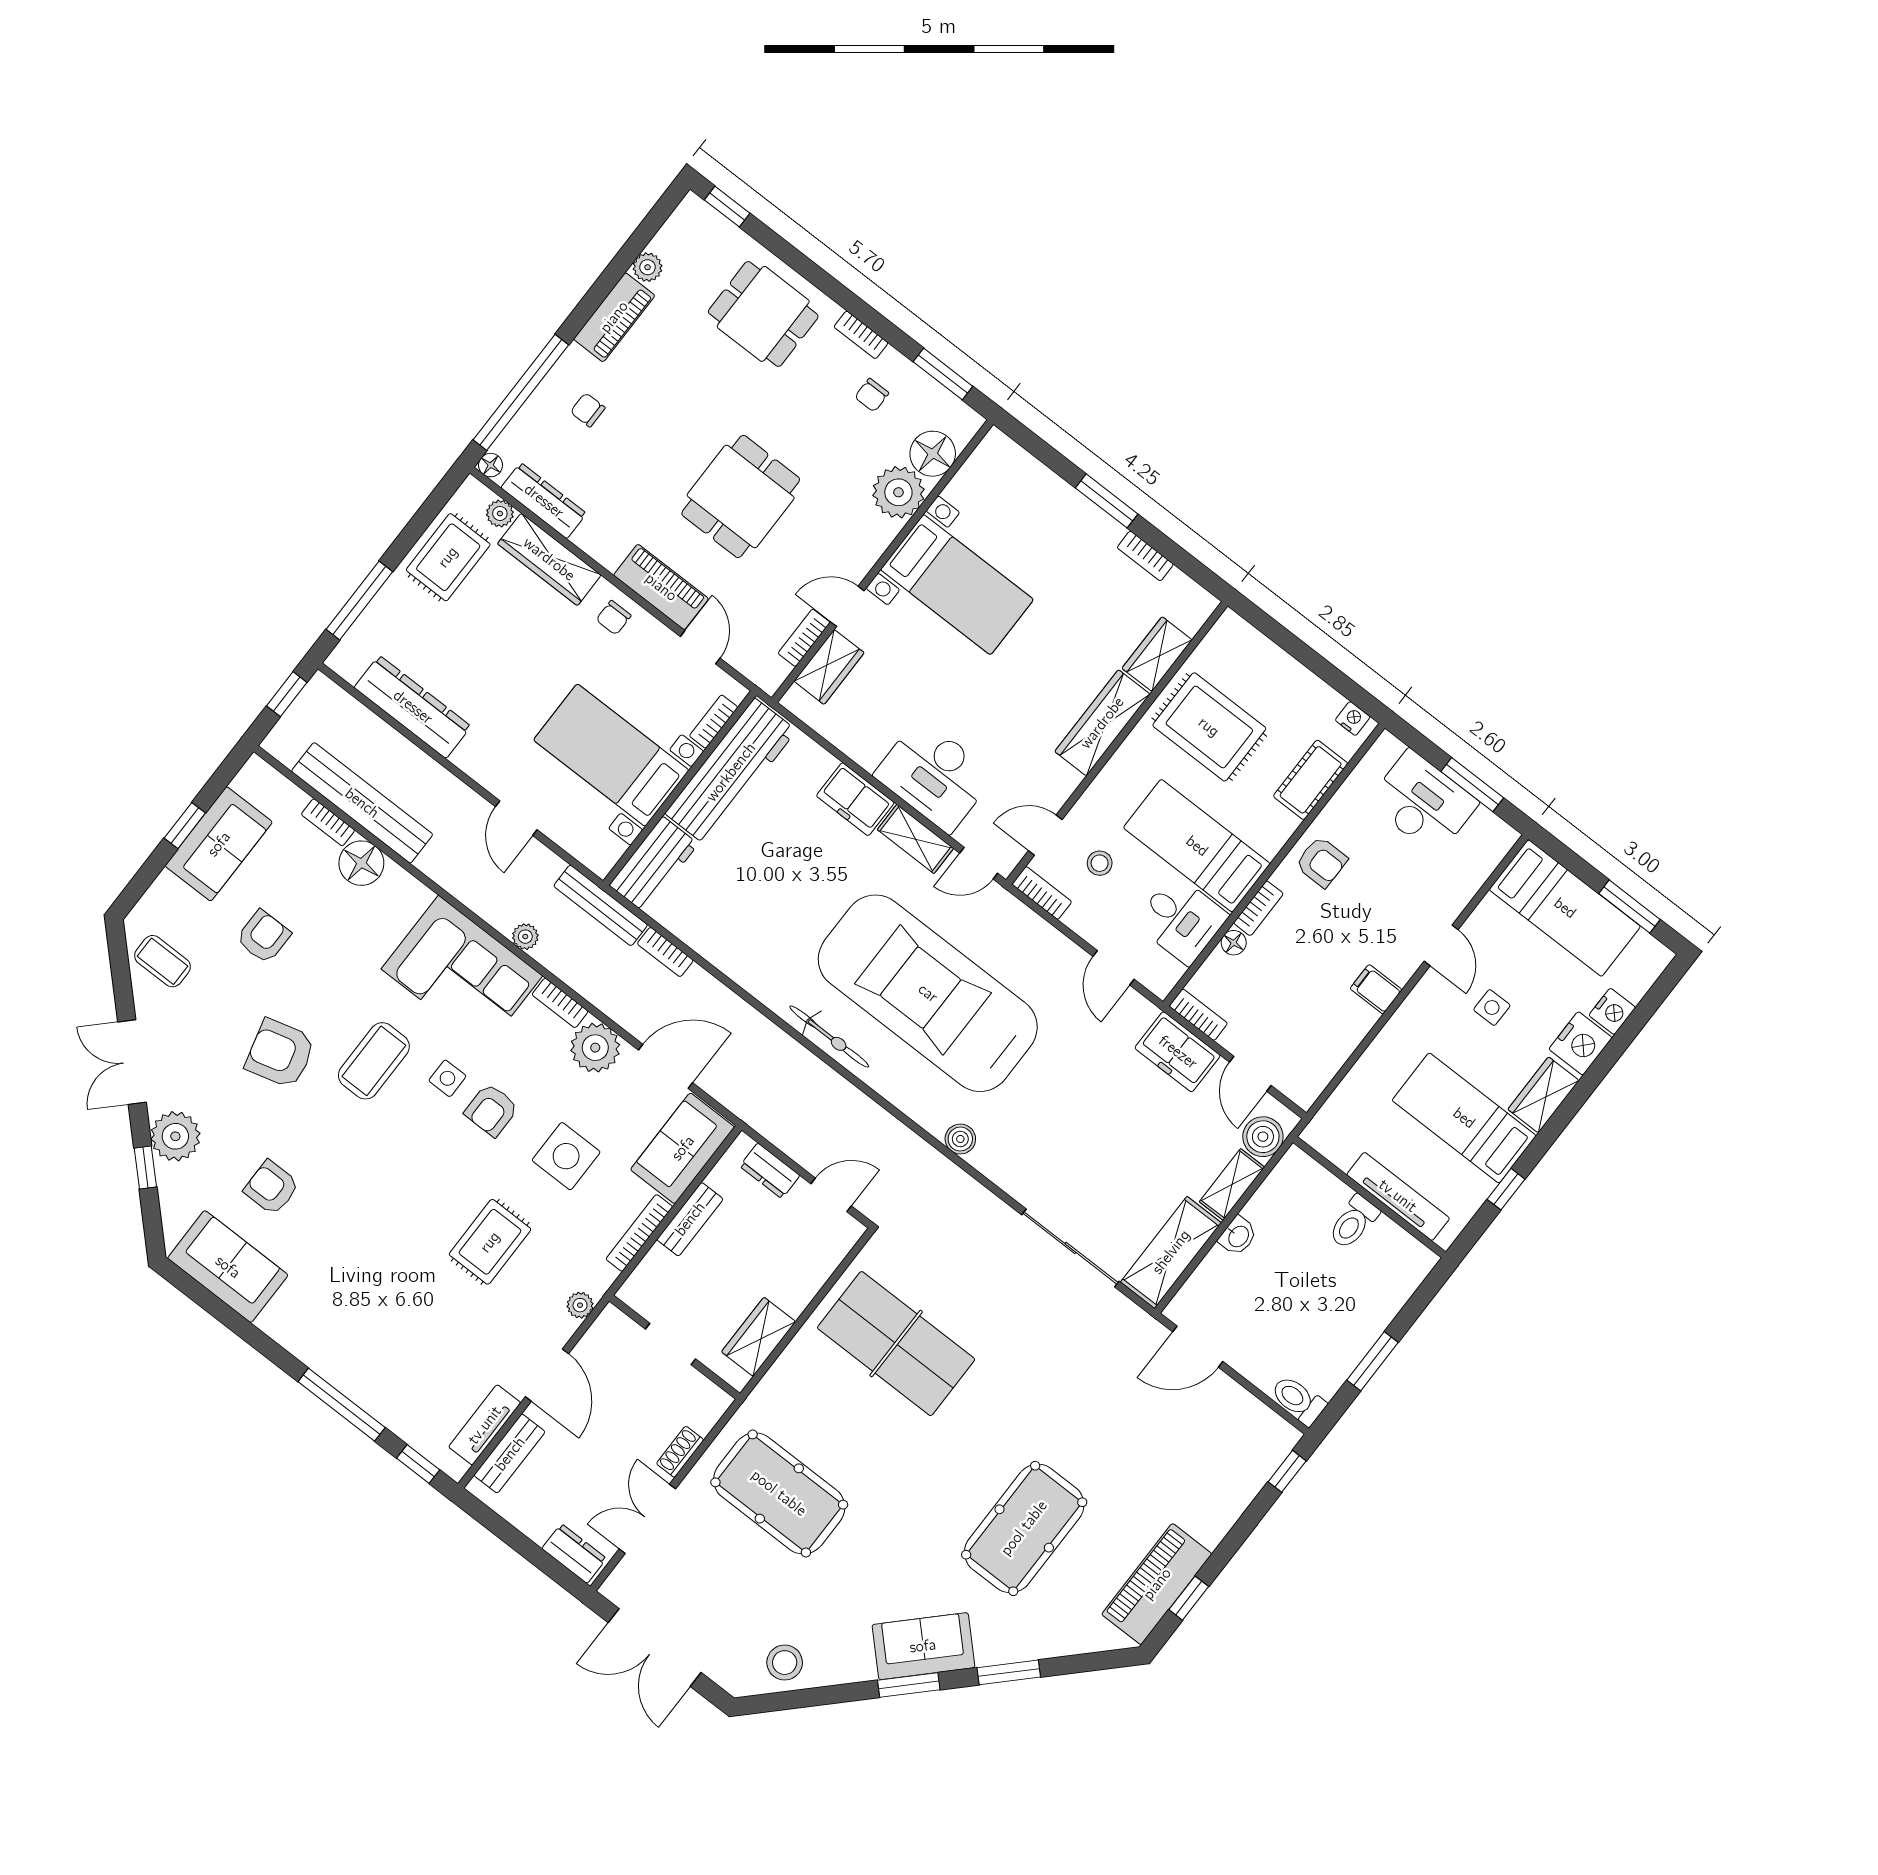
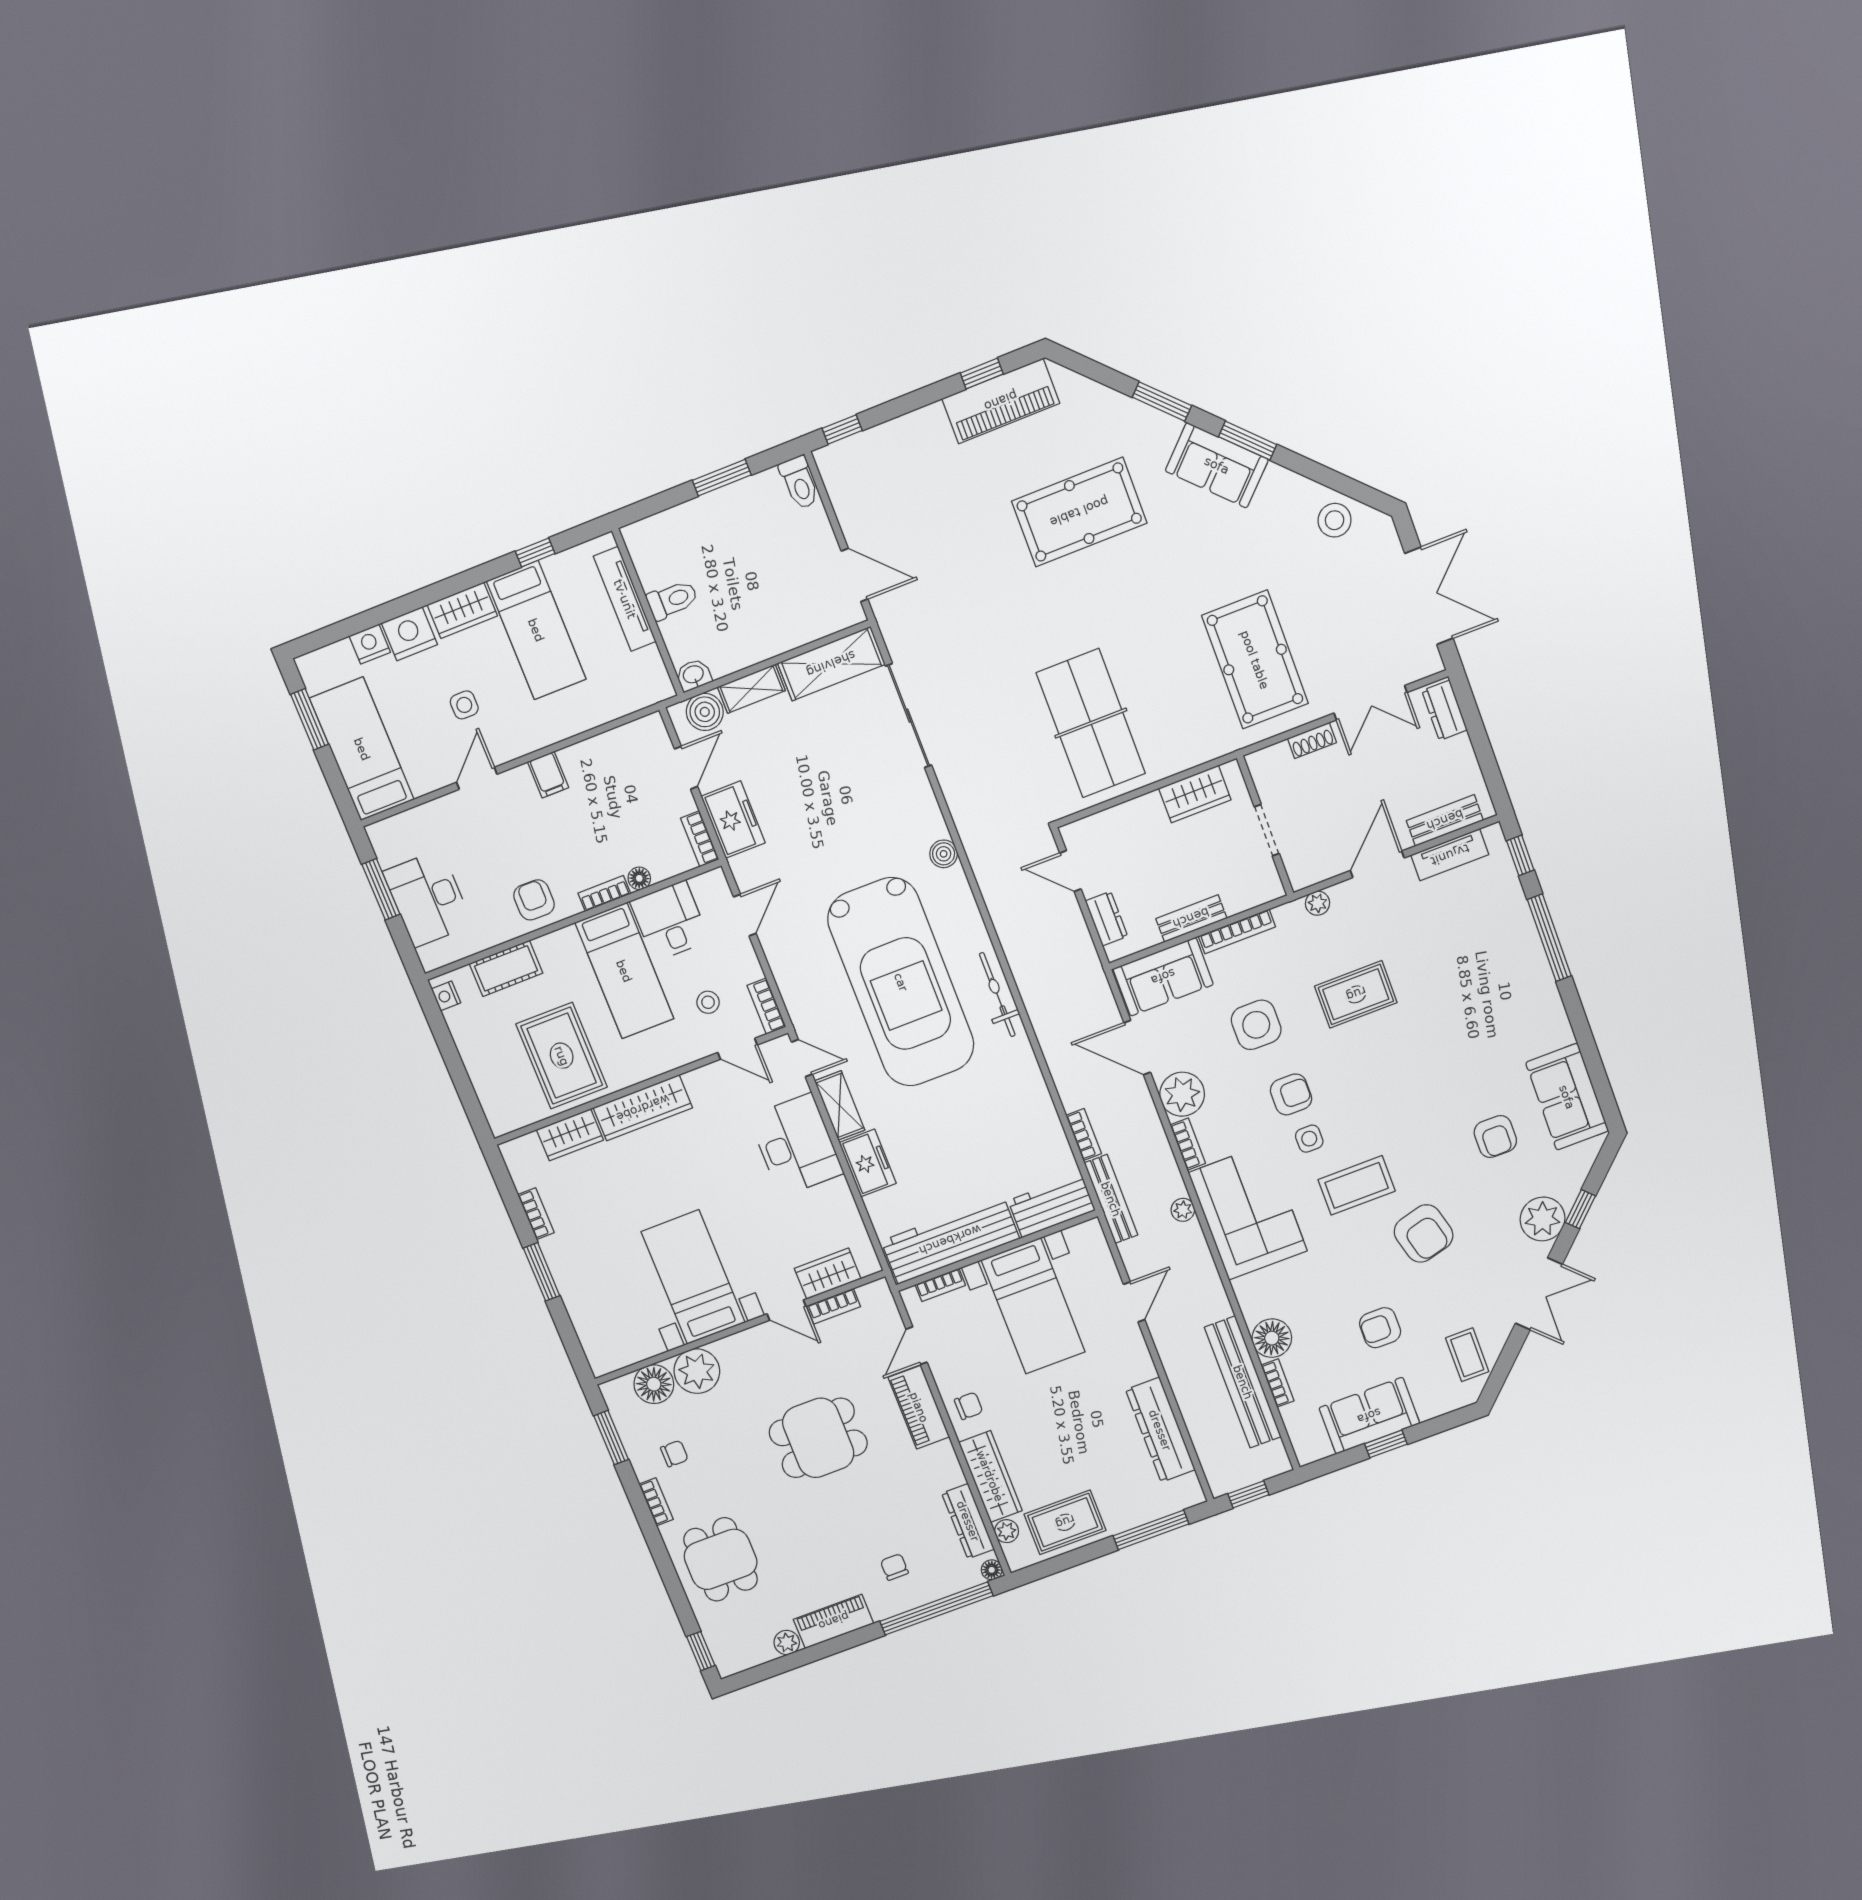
chair: (588, 410) -> (894, 1567), turned 180
washbasin: (1238, 1236) -> (694, 675), moved

